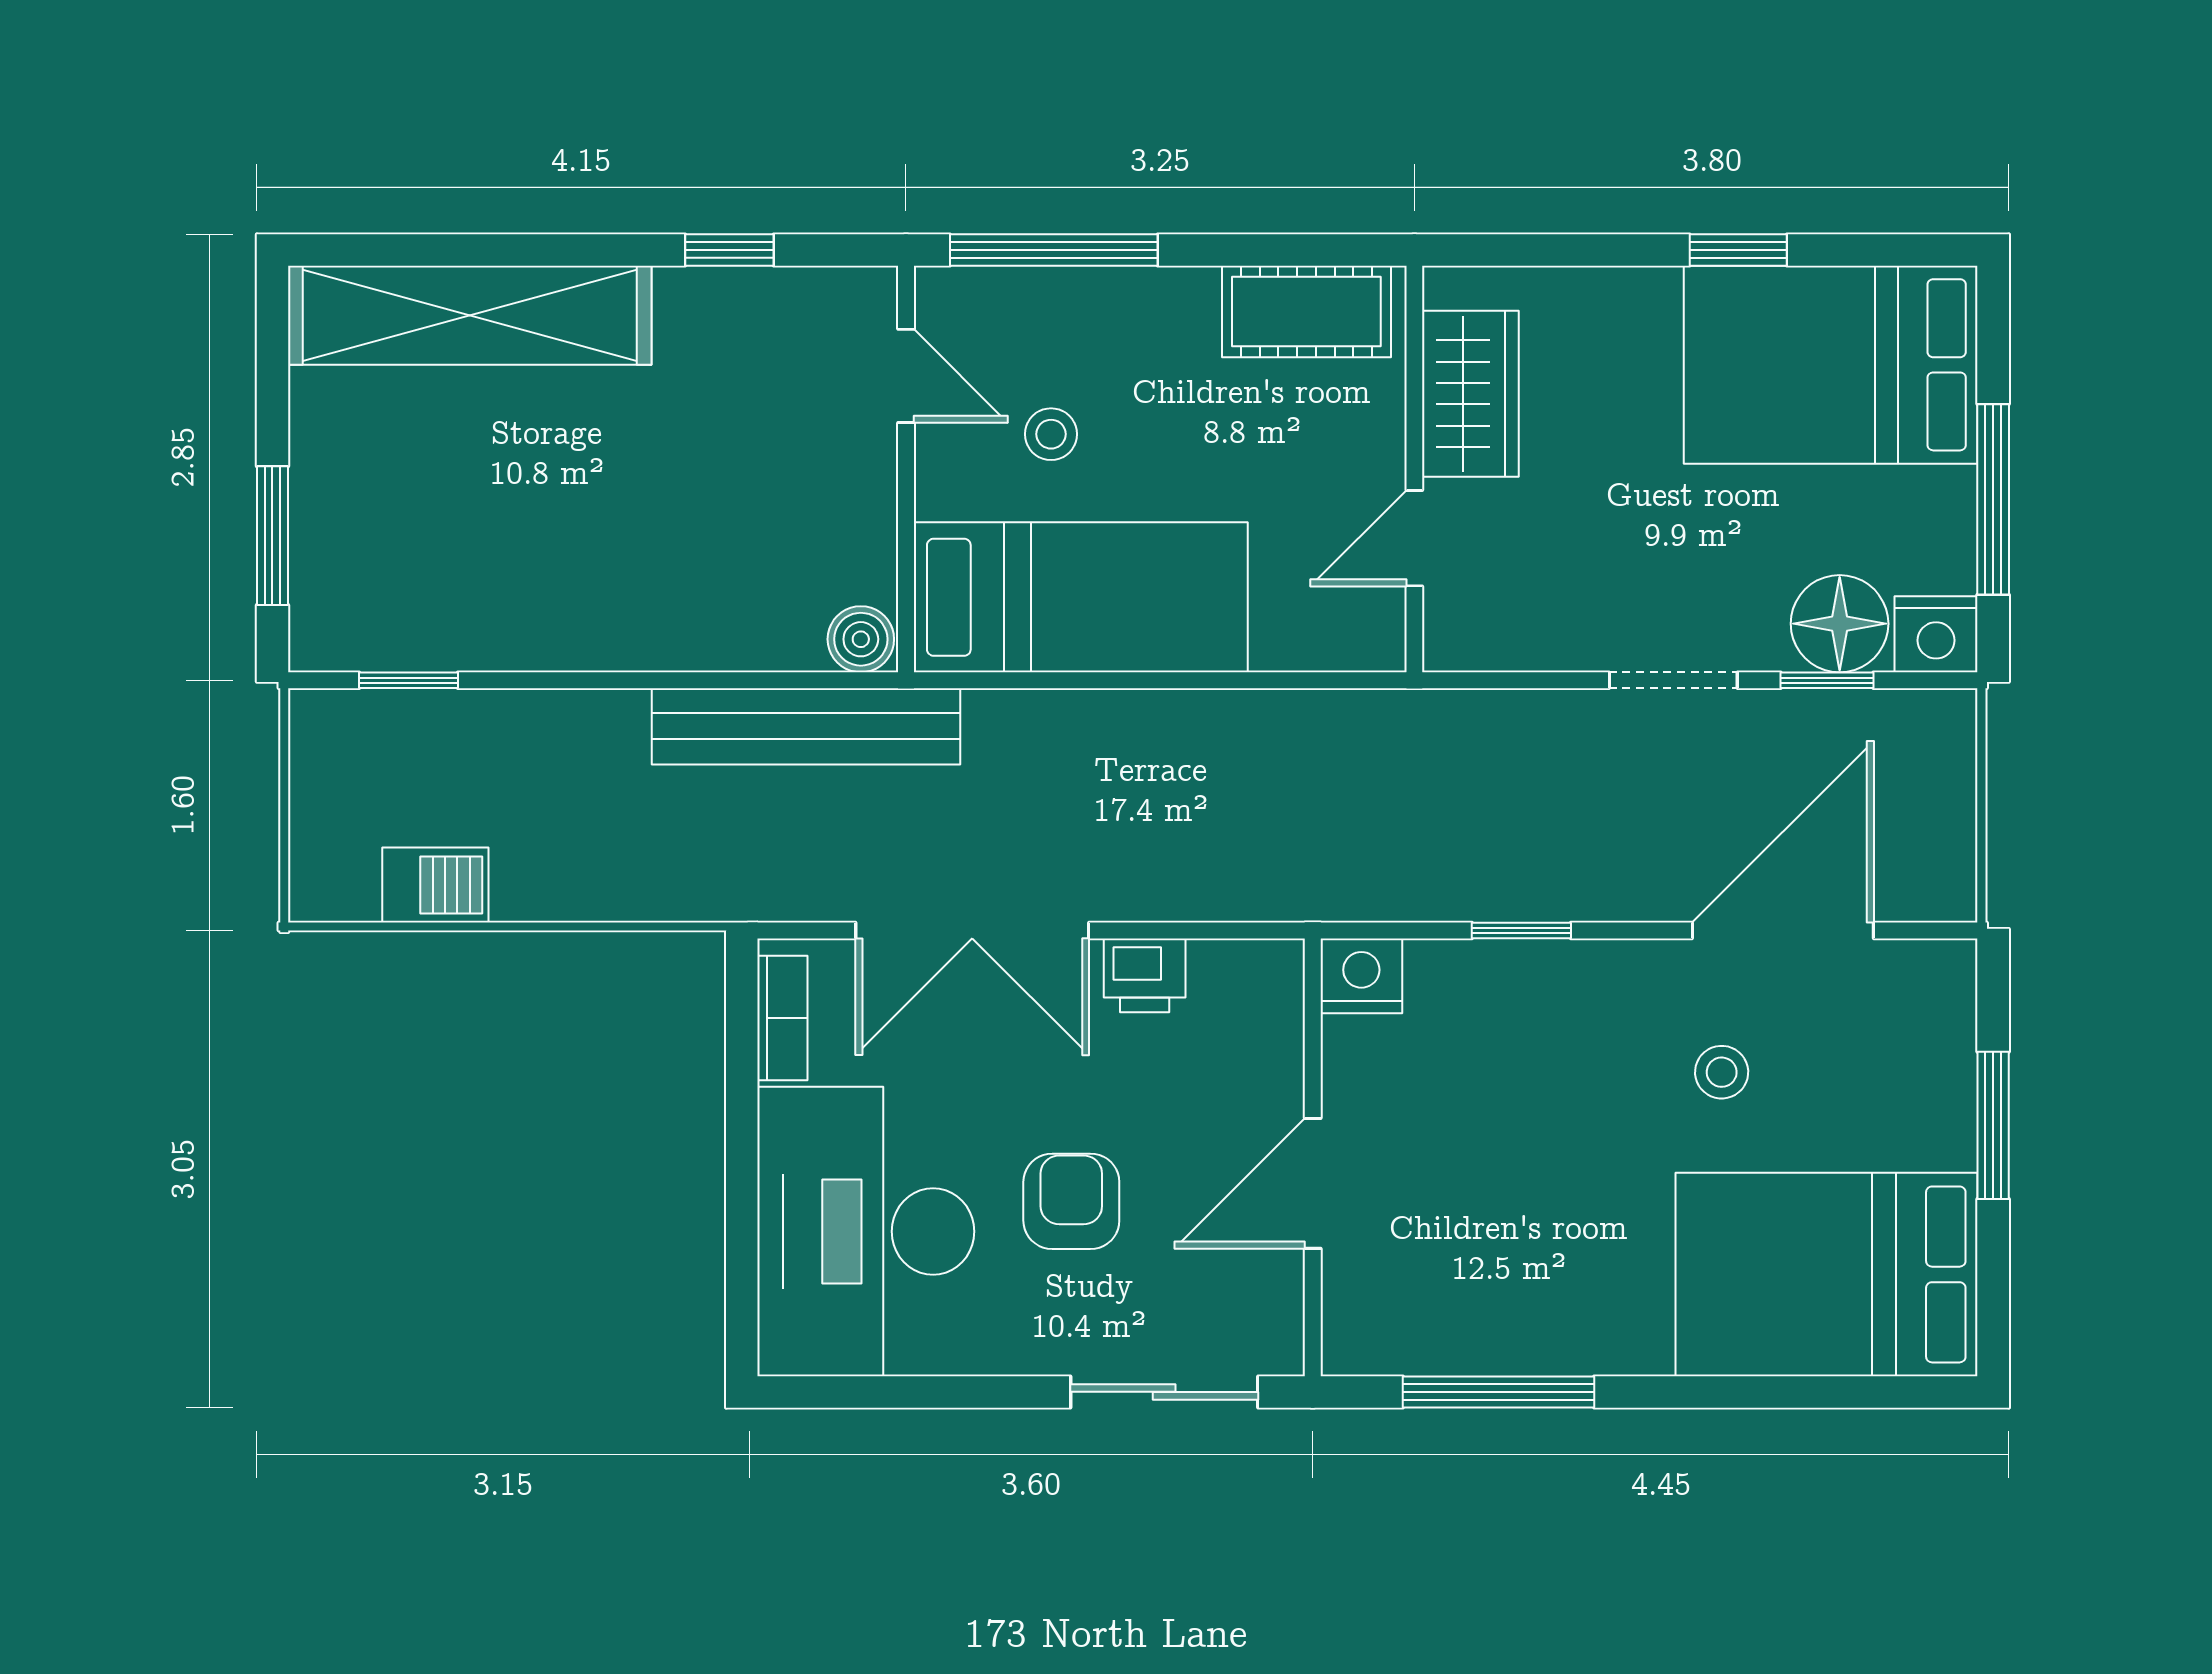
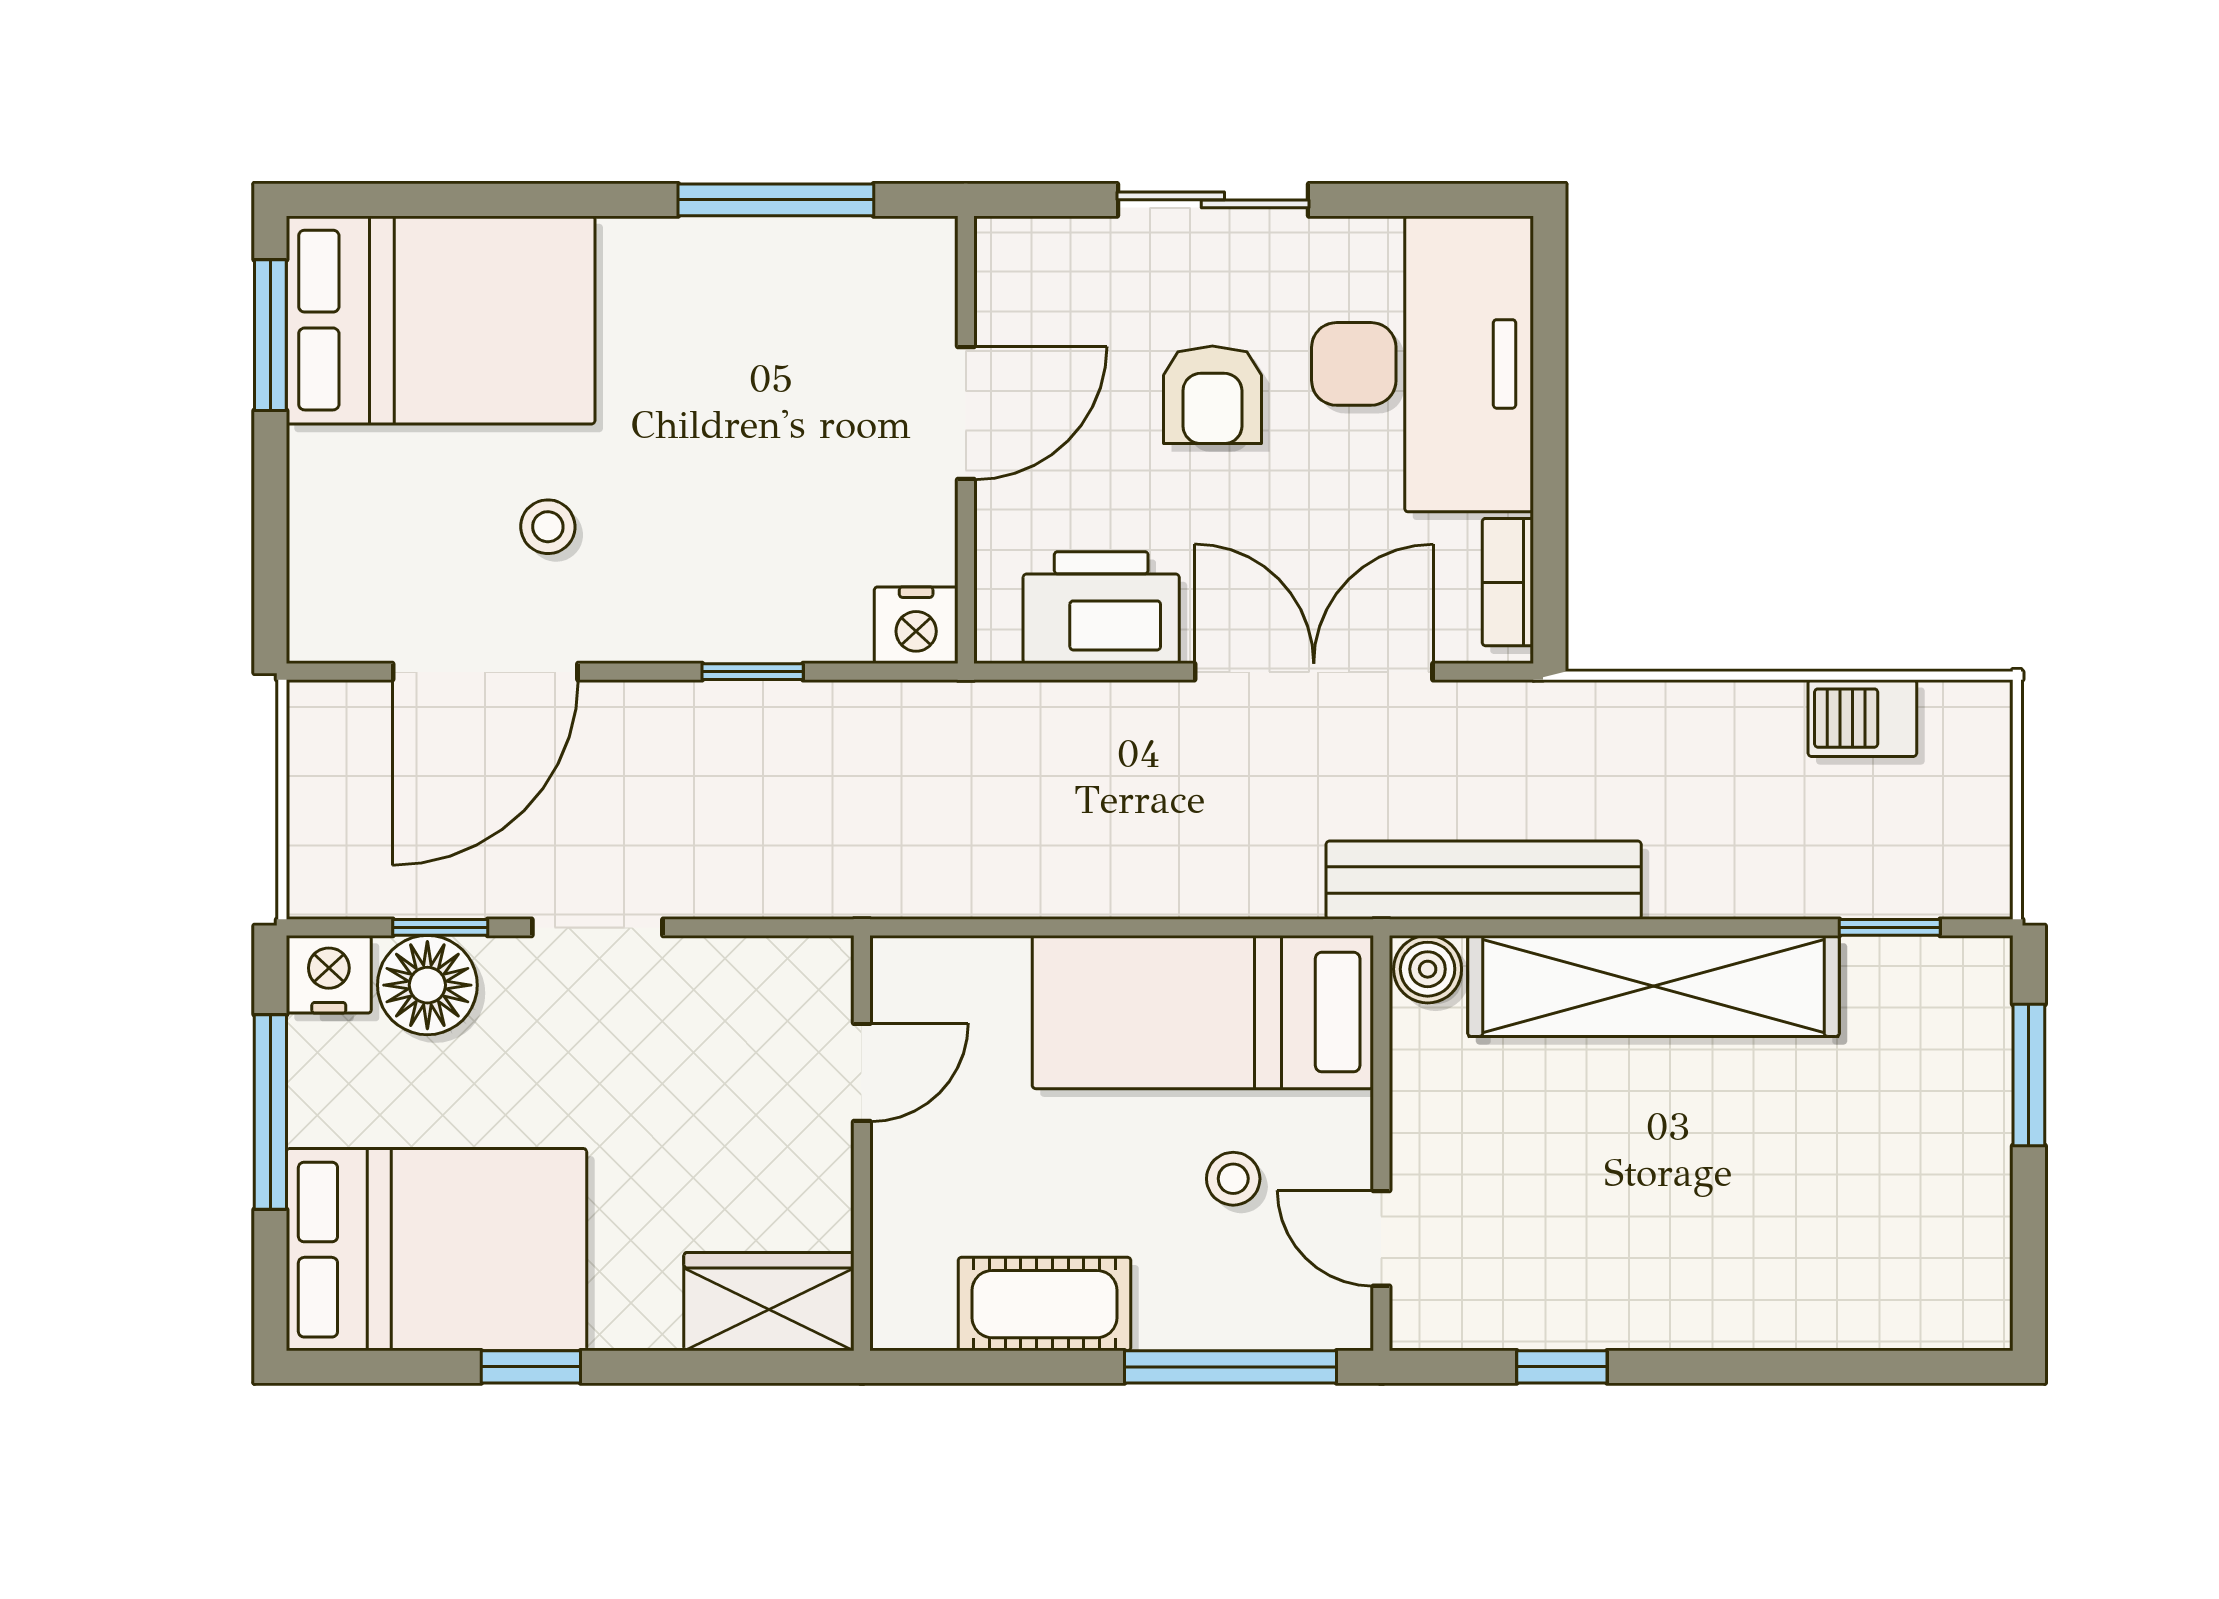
cot: (1306, 312) -> (1045, 1304), moved
shelving: (470, 315) -> (1654, 986), moved
wardrobe: (1470, 394) -> (769, 1302), moved, turned 90
printer: (1145, 975) -> (1101, 608), width x1.87, depth x1.48
window: (1993, 1125) -> (270, 335), moved
sliding door: (1164, 1392) -> (1213, 200), moved

